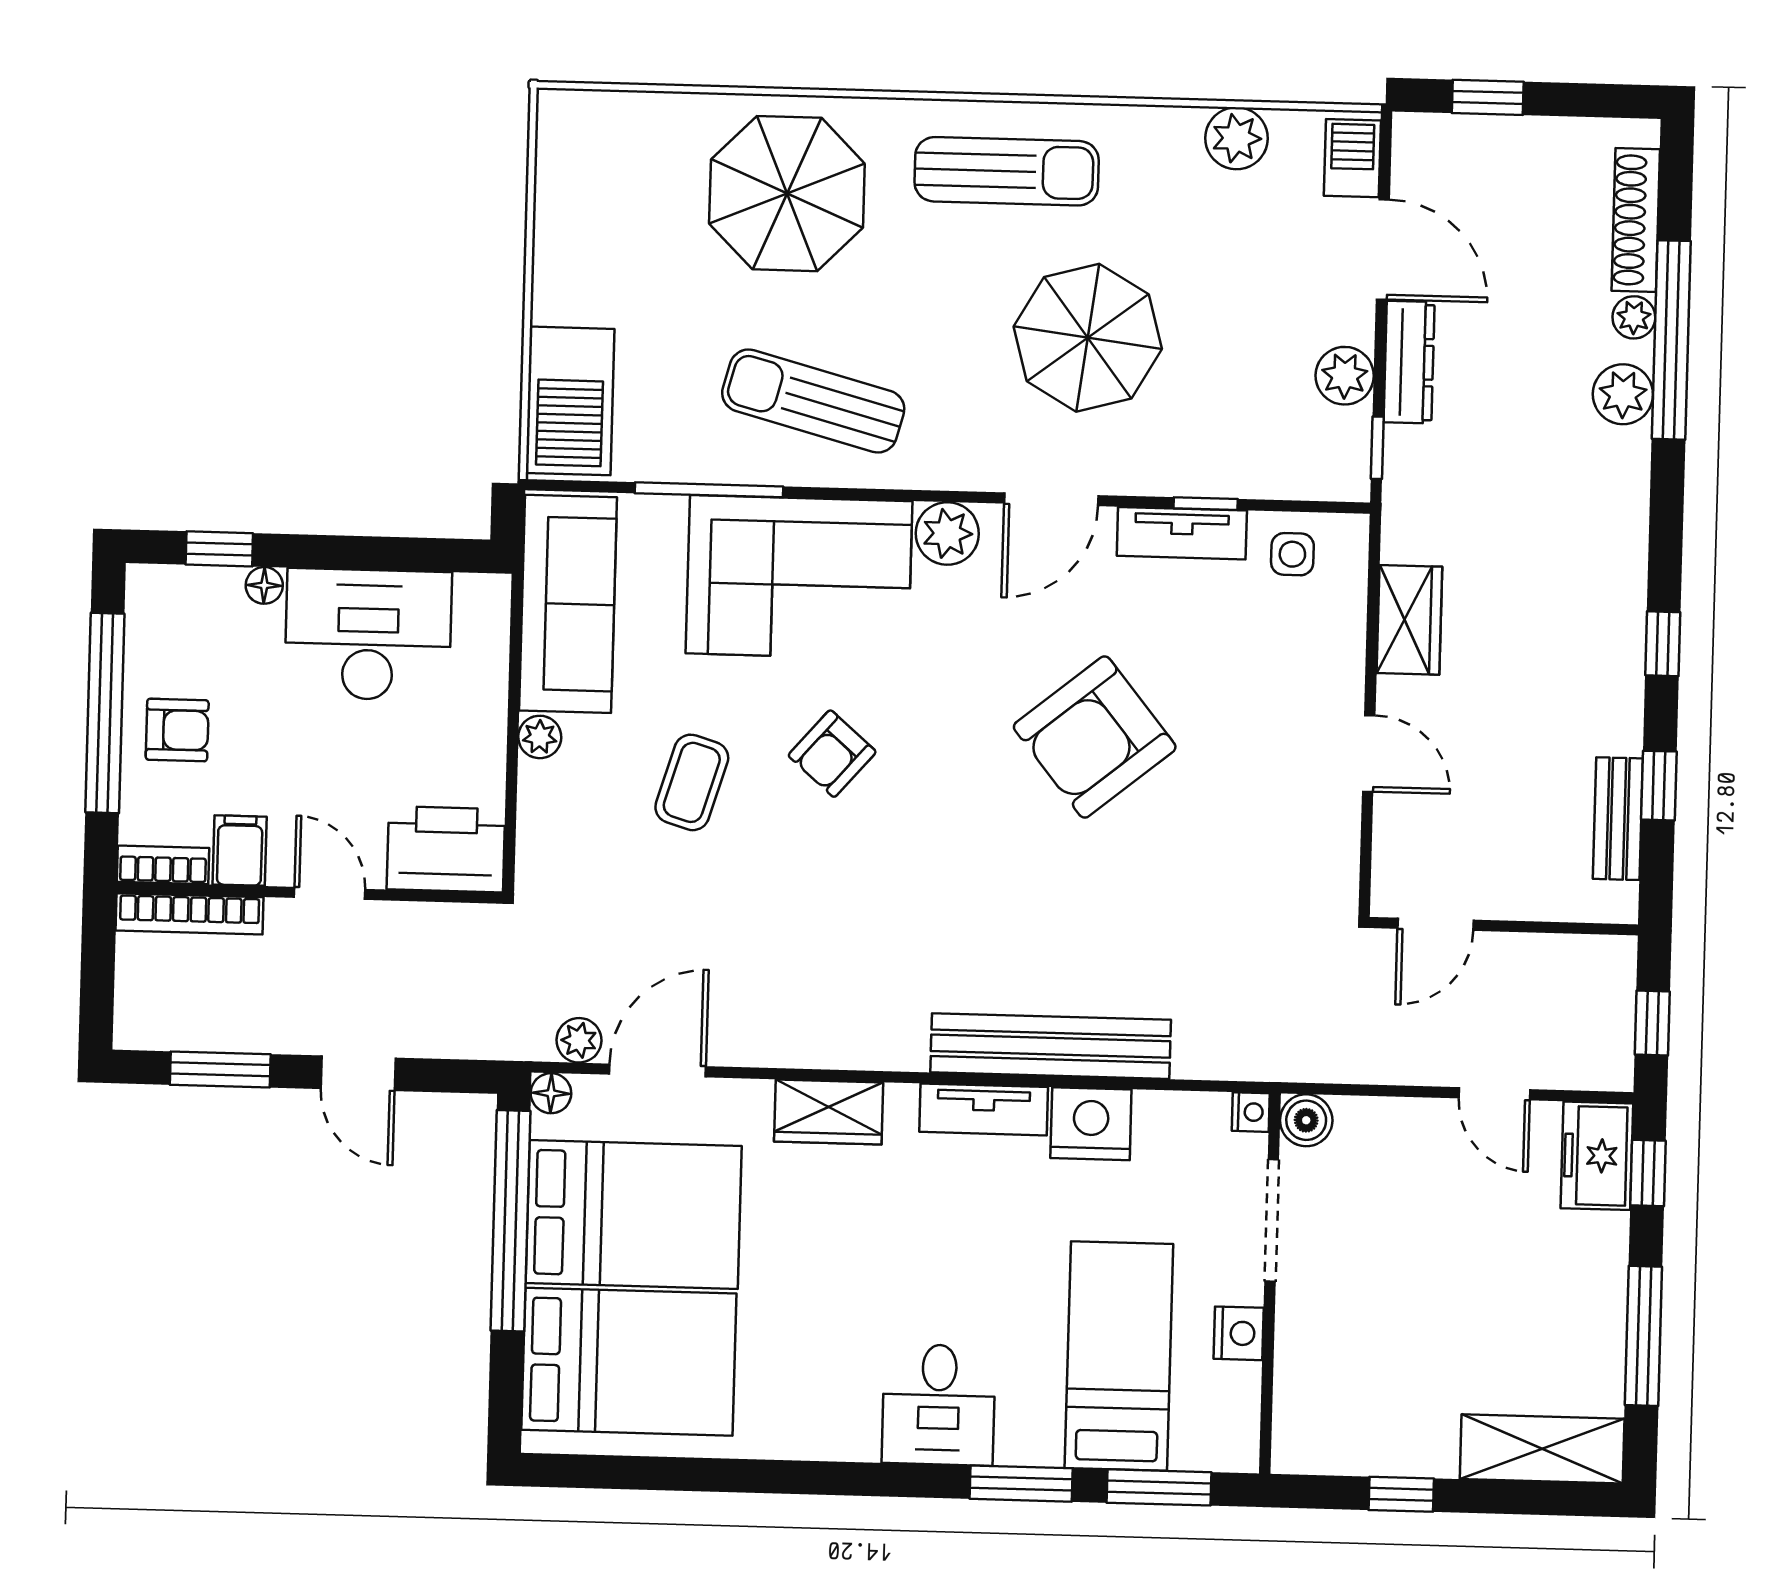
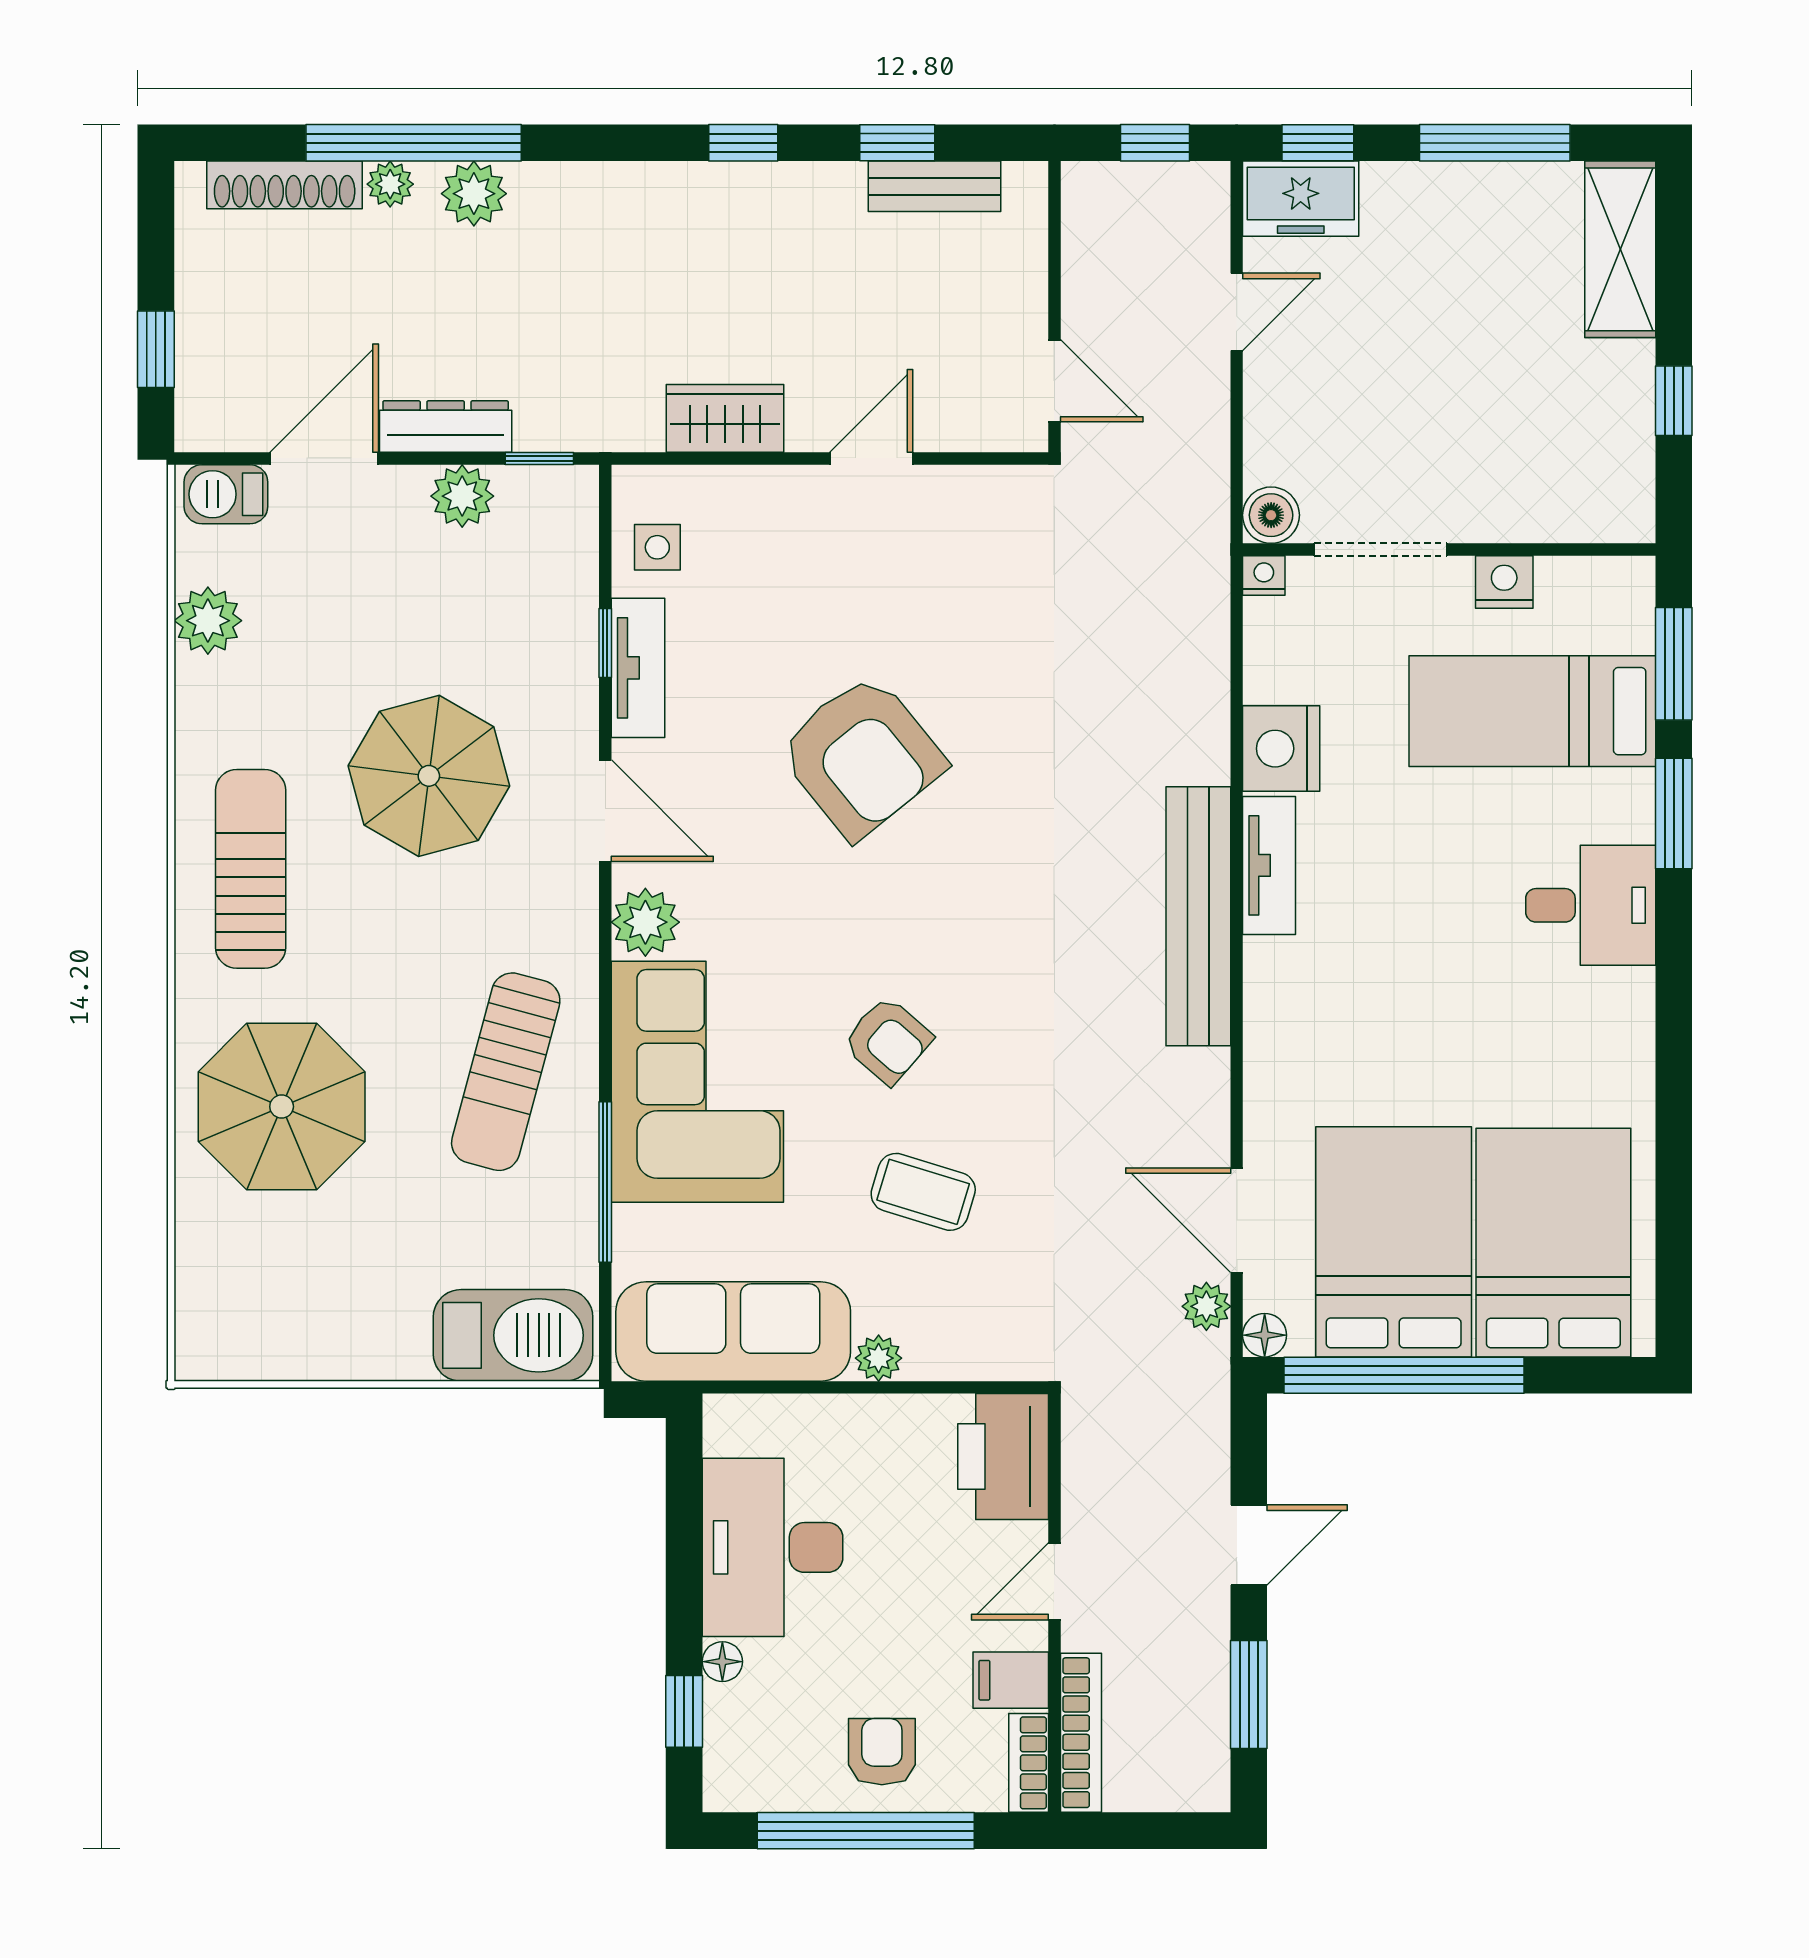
bench: (1051, 1046) -> (1198, 916), moved
wardrobe: (829, 1112) -> (1276, 1034), removed

